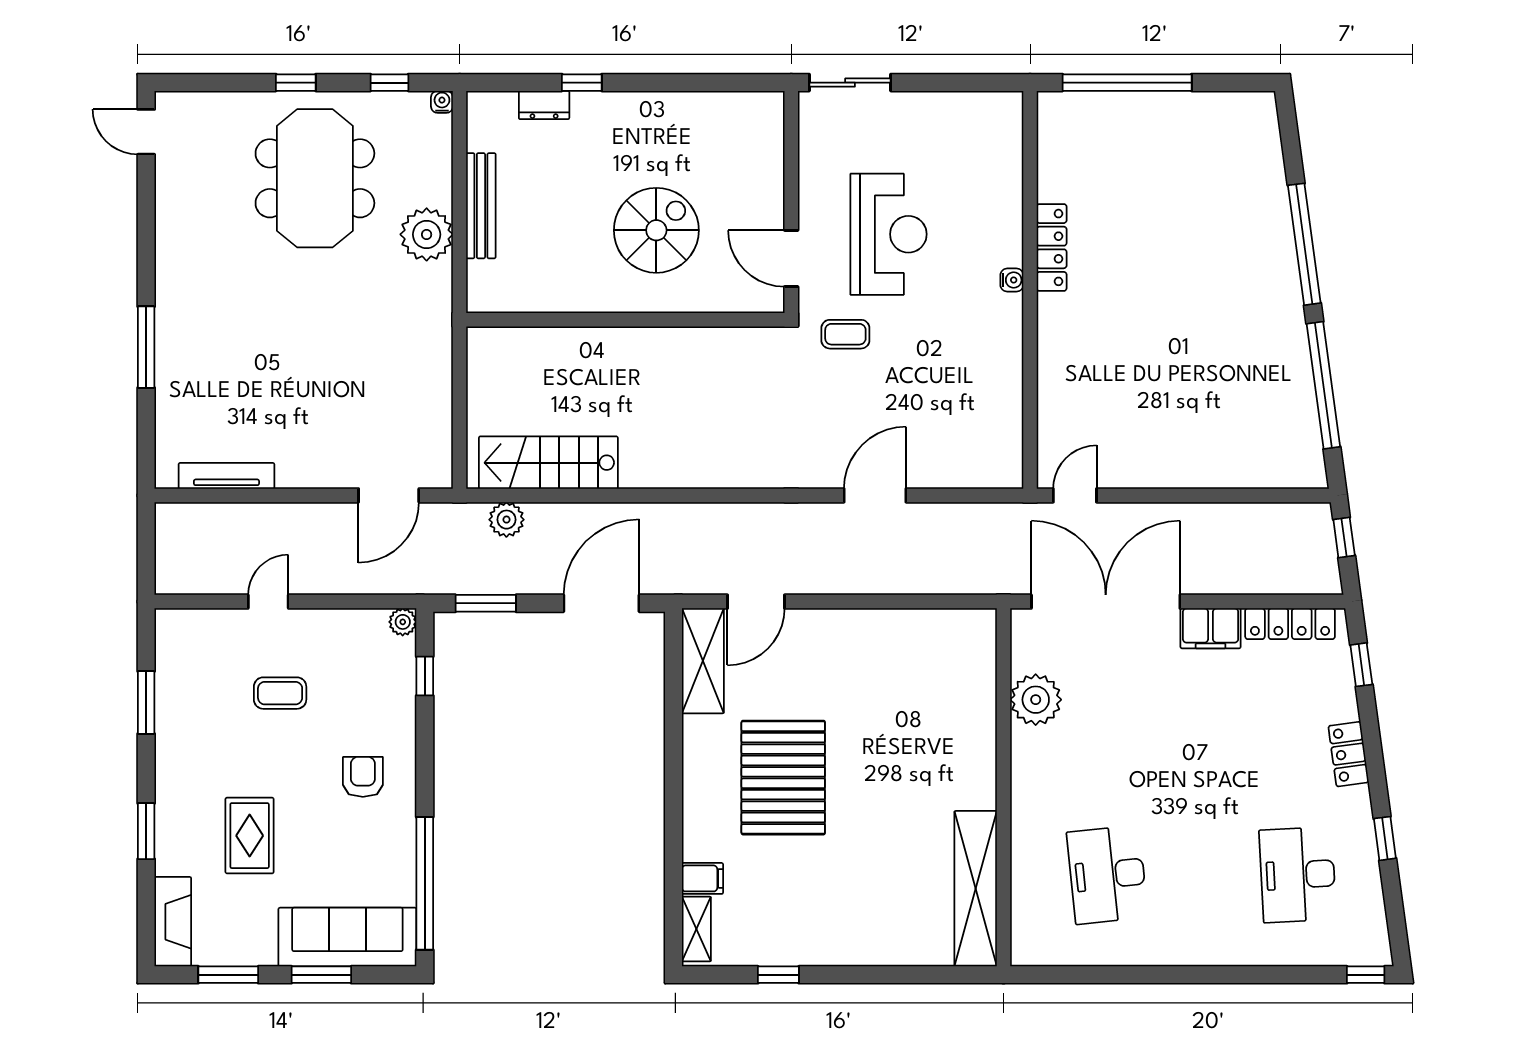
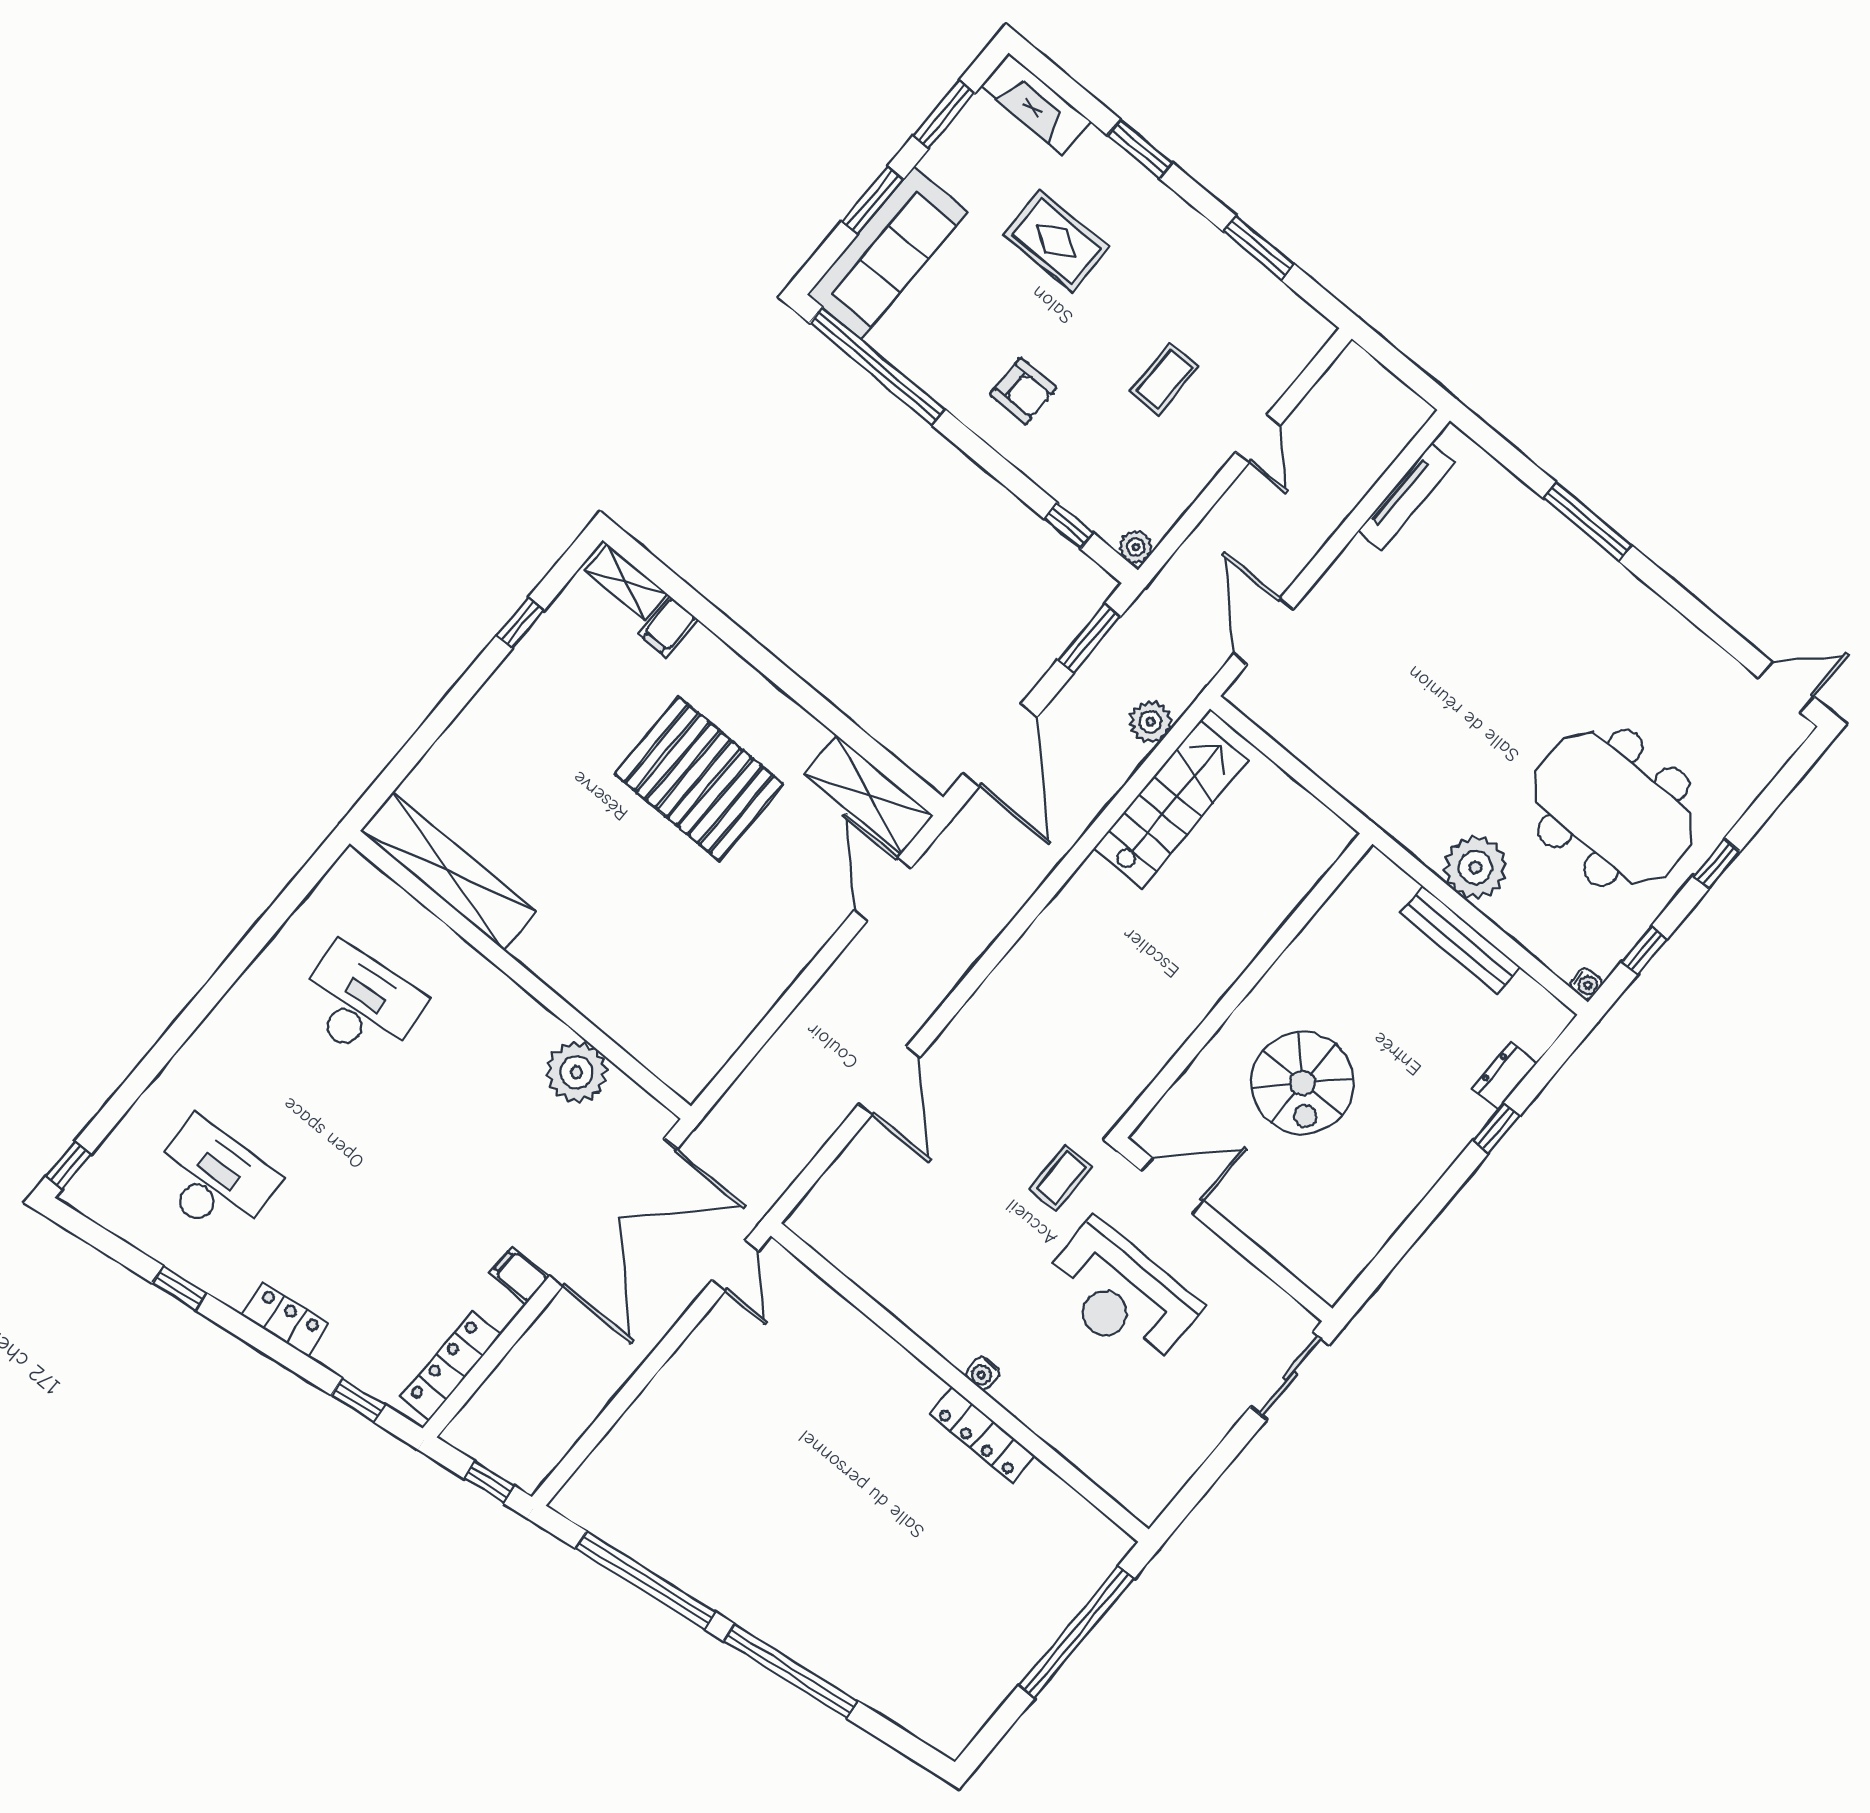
filing cabinet: (1211, 628) -> (520, 1275), width x0.50

